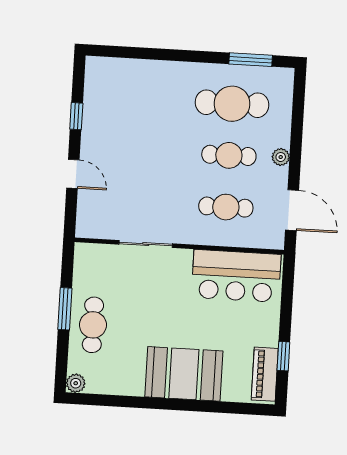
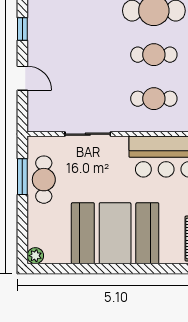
window: (65, 309) -> (22, 177), moved
cafe table: (93, 325) -> (44, 180), moved
booth: (184, 374) -> (115, 233), width x1.36, depth x1.42

